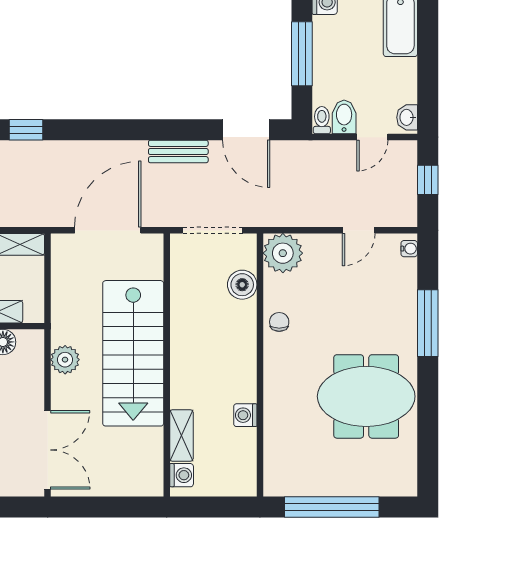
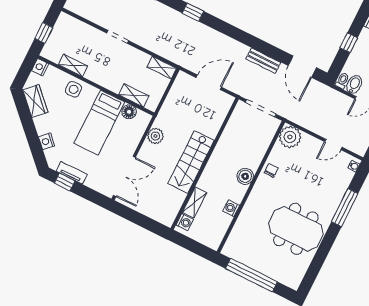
window: (302, 54) -> (349, 43), width x0.46
door: (108, 230) -> (209, 82), width x0.73
boiler: (242, 285) -> (245, 176), moved
stairs: (133, 353) -> (191, 162), width x0.73, depth x0.66

